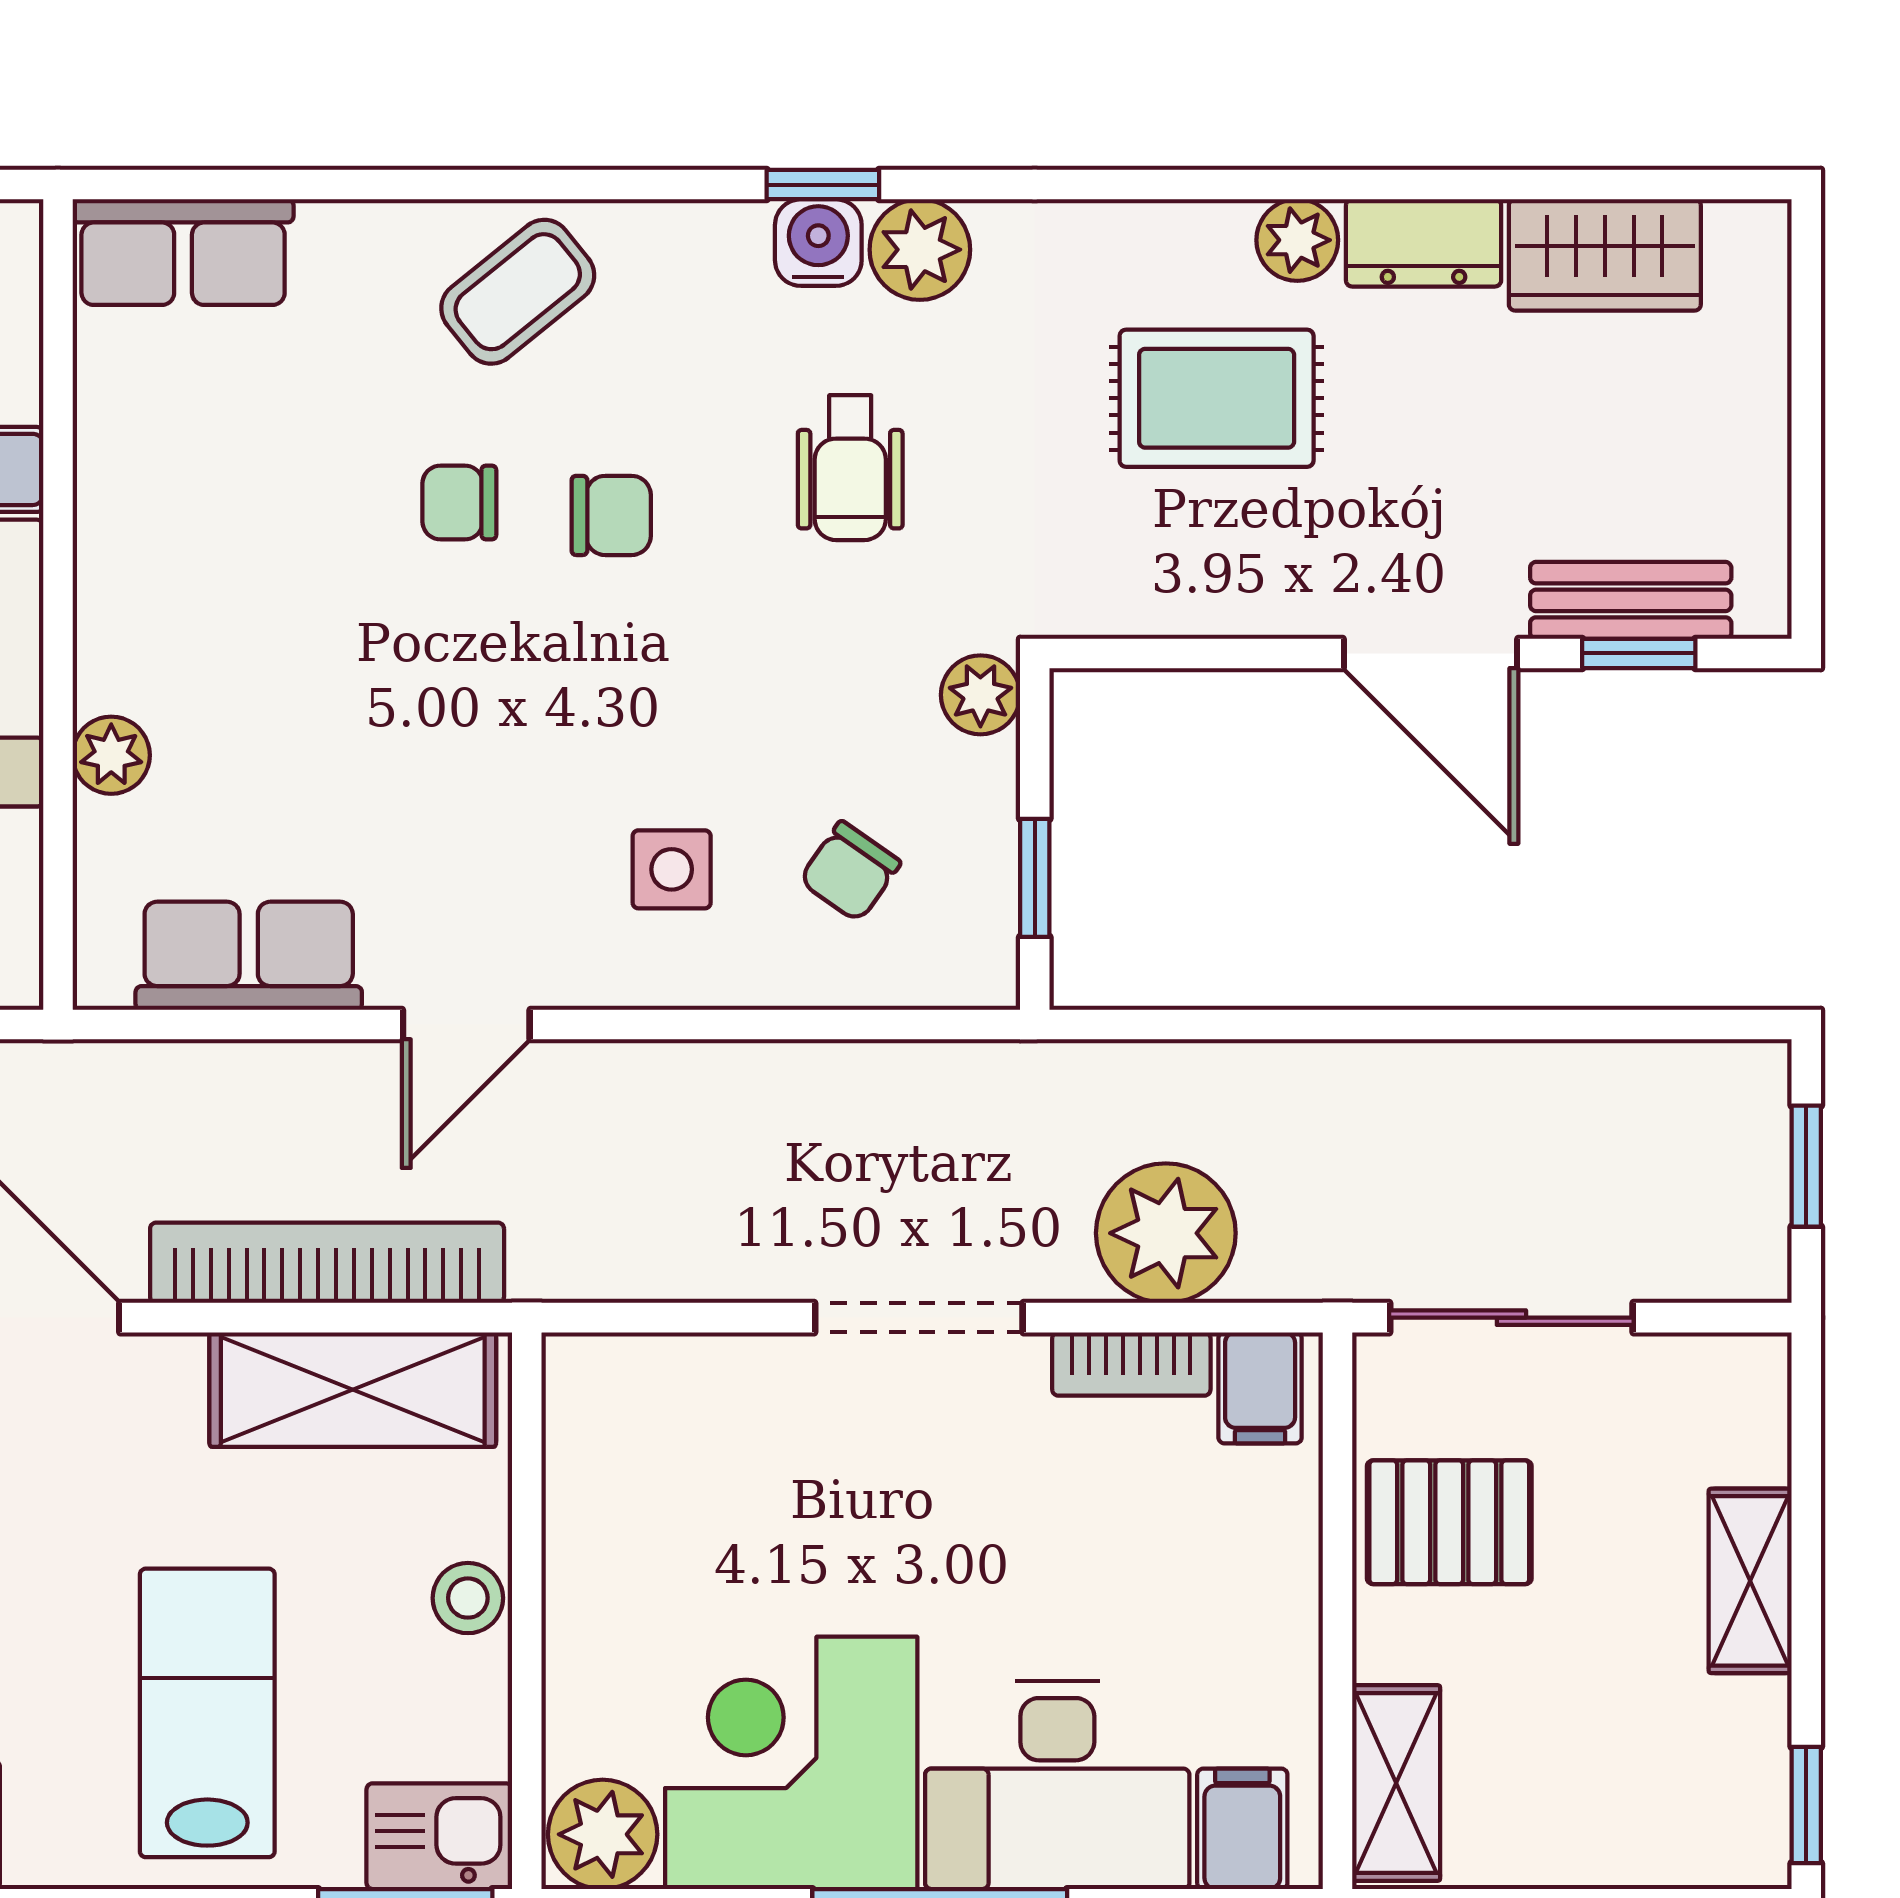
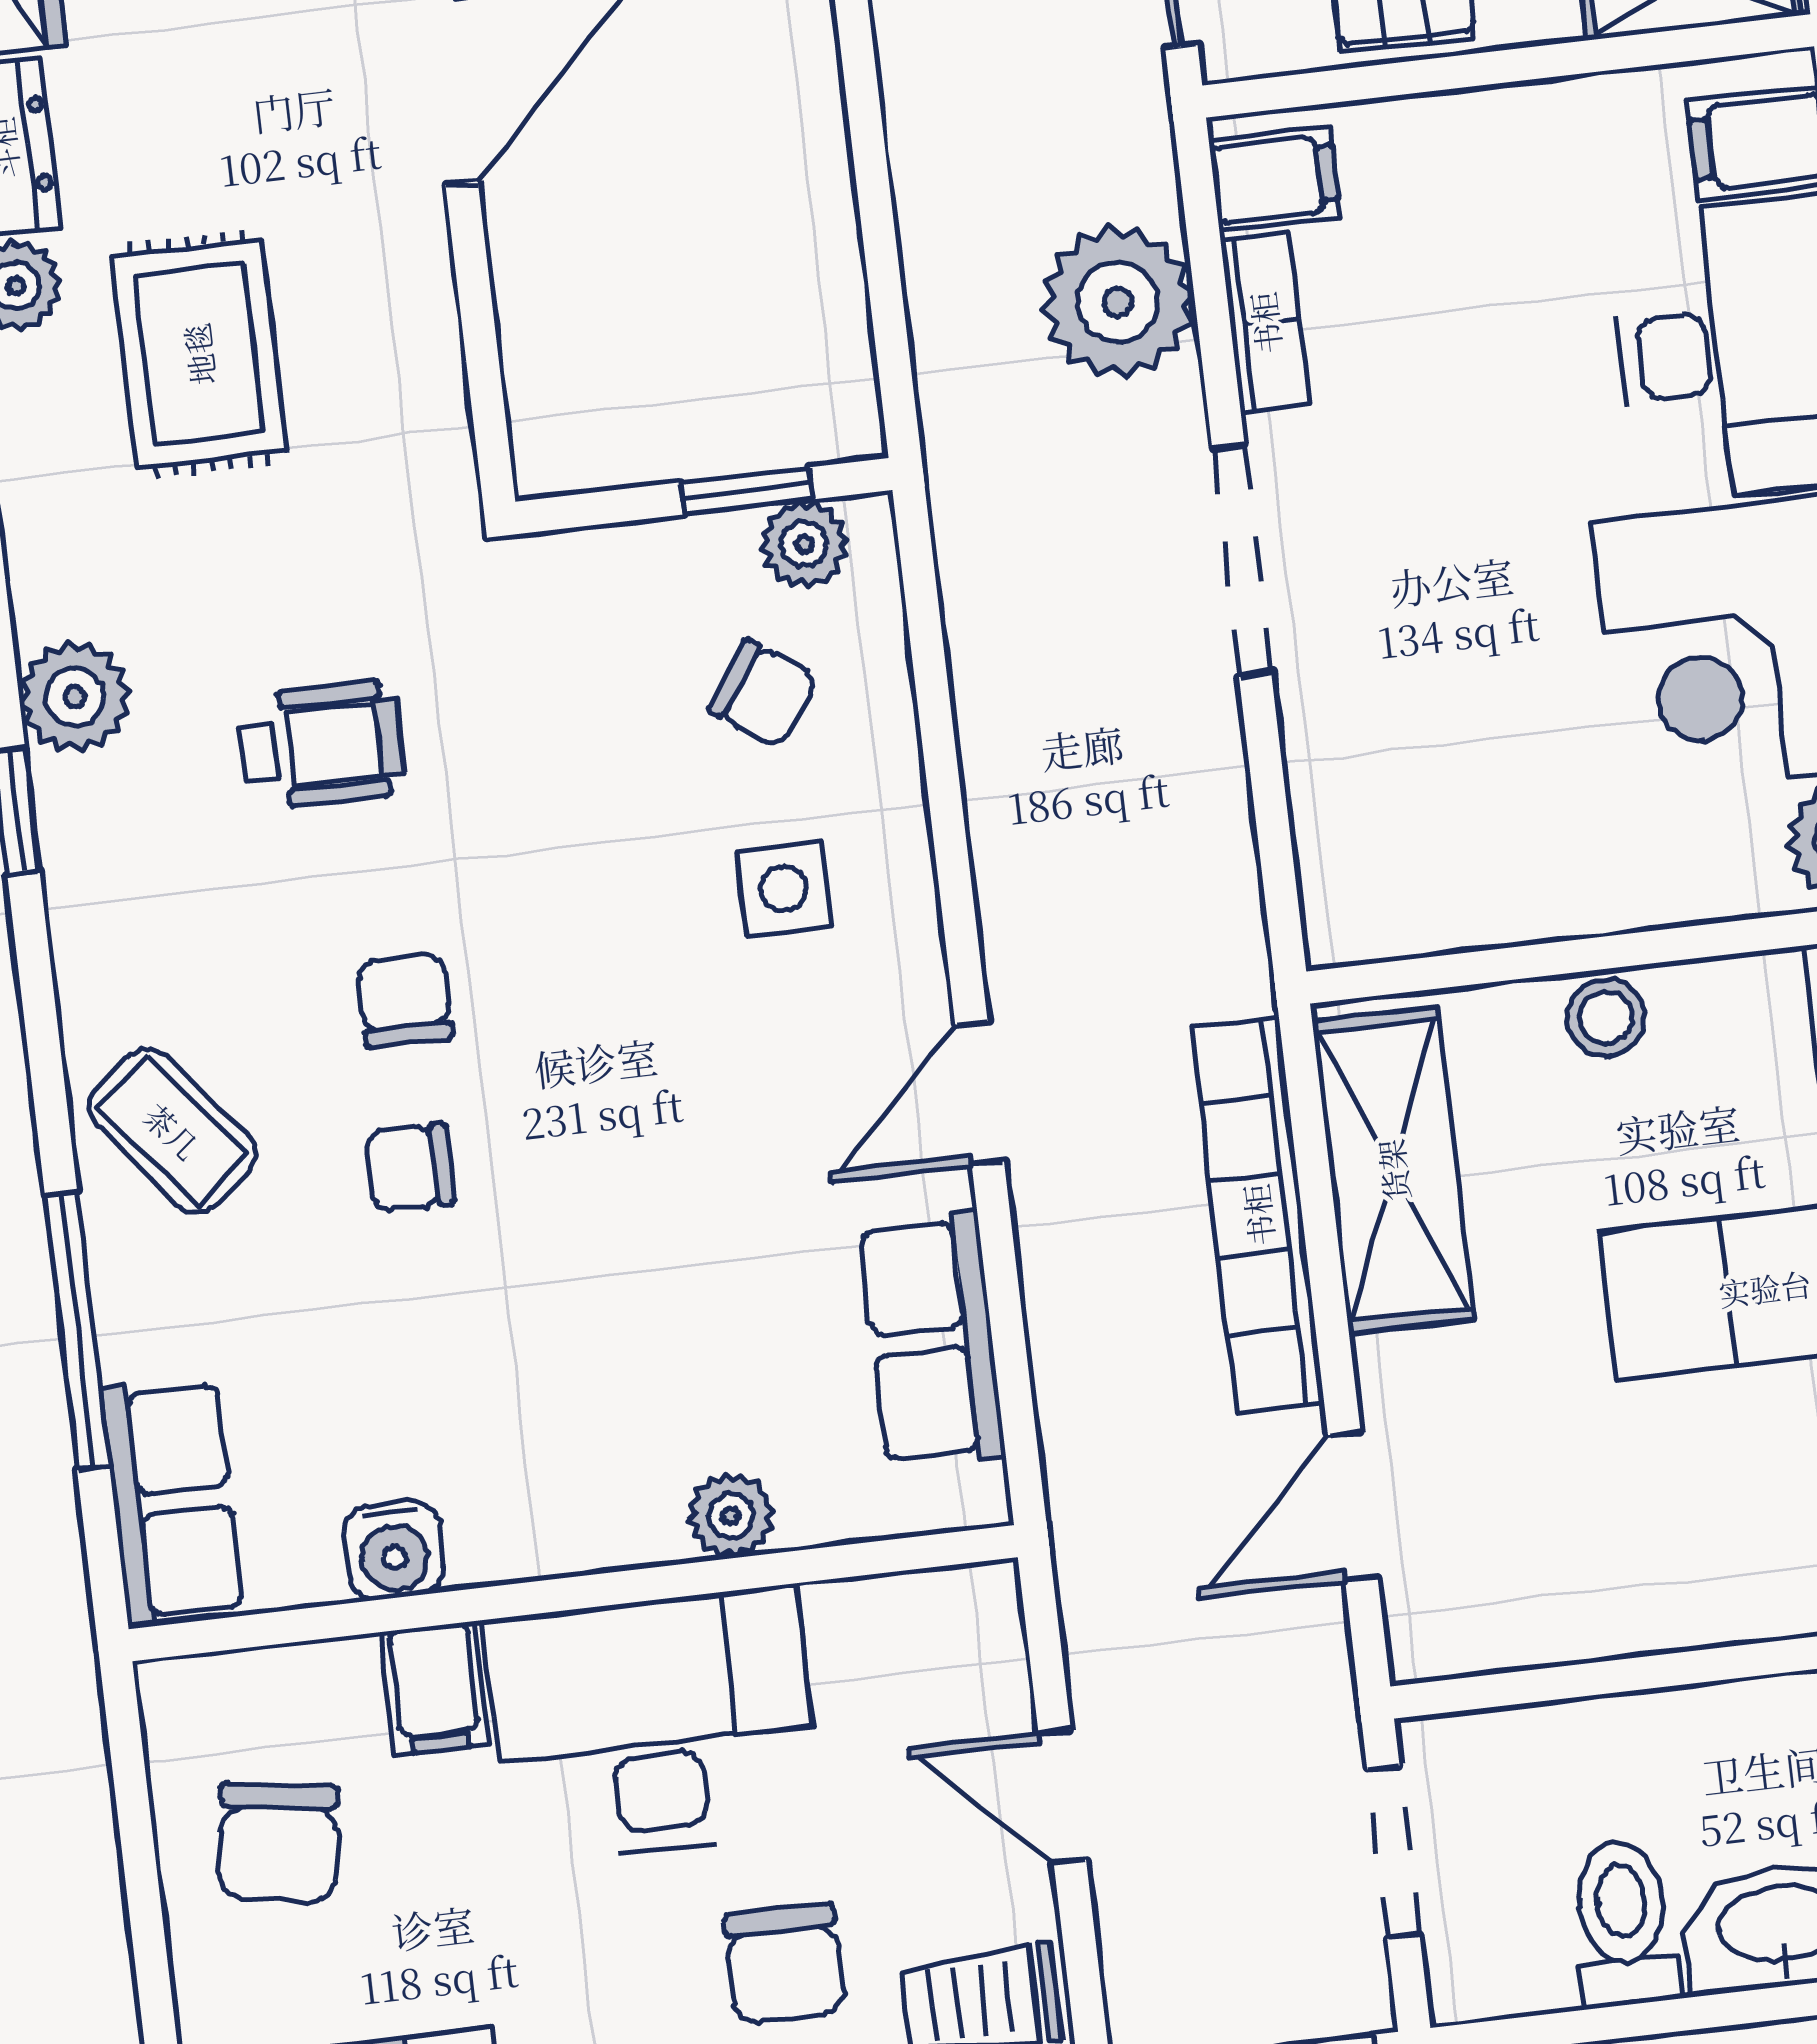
window: (347, 185) -> (77, 1331), added
water cooler: (818, 243) -> (394, 1550), moved, turned -90
chair: (459, 502) -> (410, 1168), turned 90
plant: (980, 695) -> (804, 544), moved
door: (466, 1025) -> (980, 1093), swing flipped

